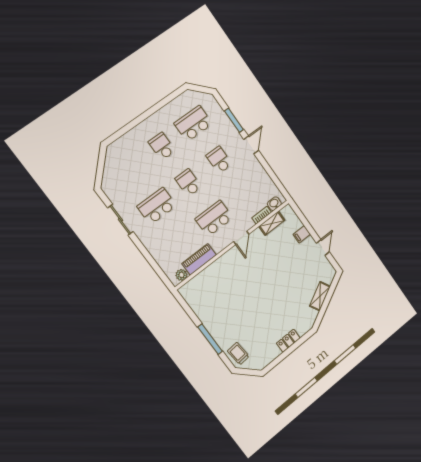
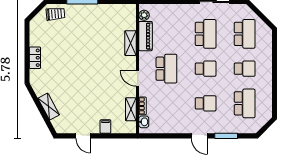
school desk: (130, 169) -> (245, 34), added
shelving: (215, 268) -> (130, 43), added

